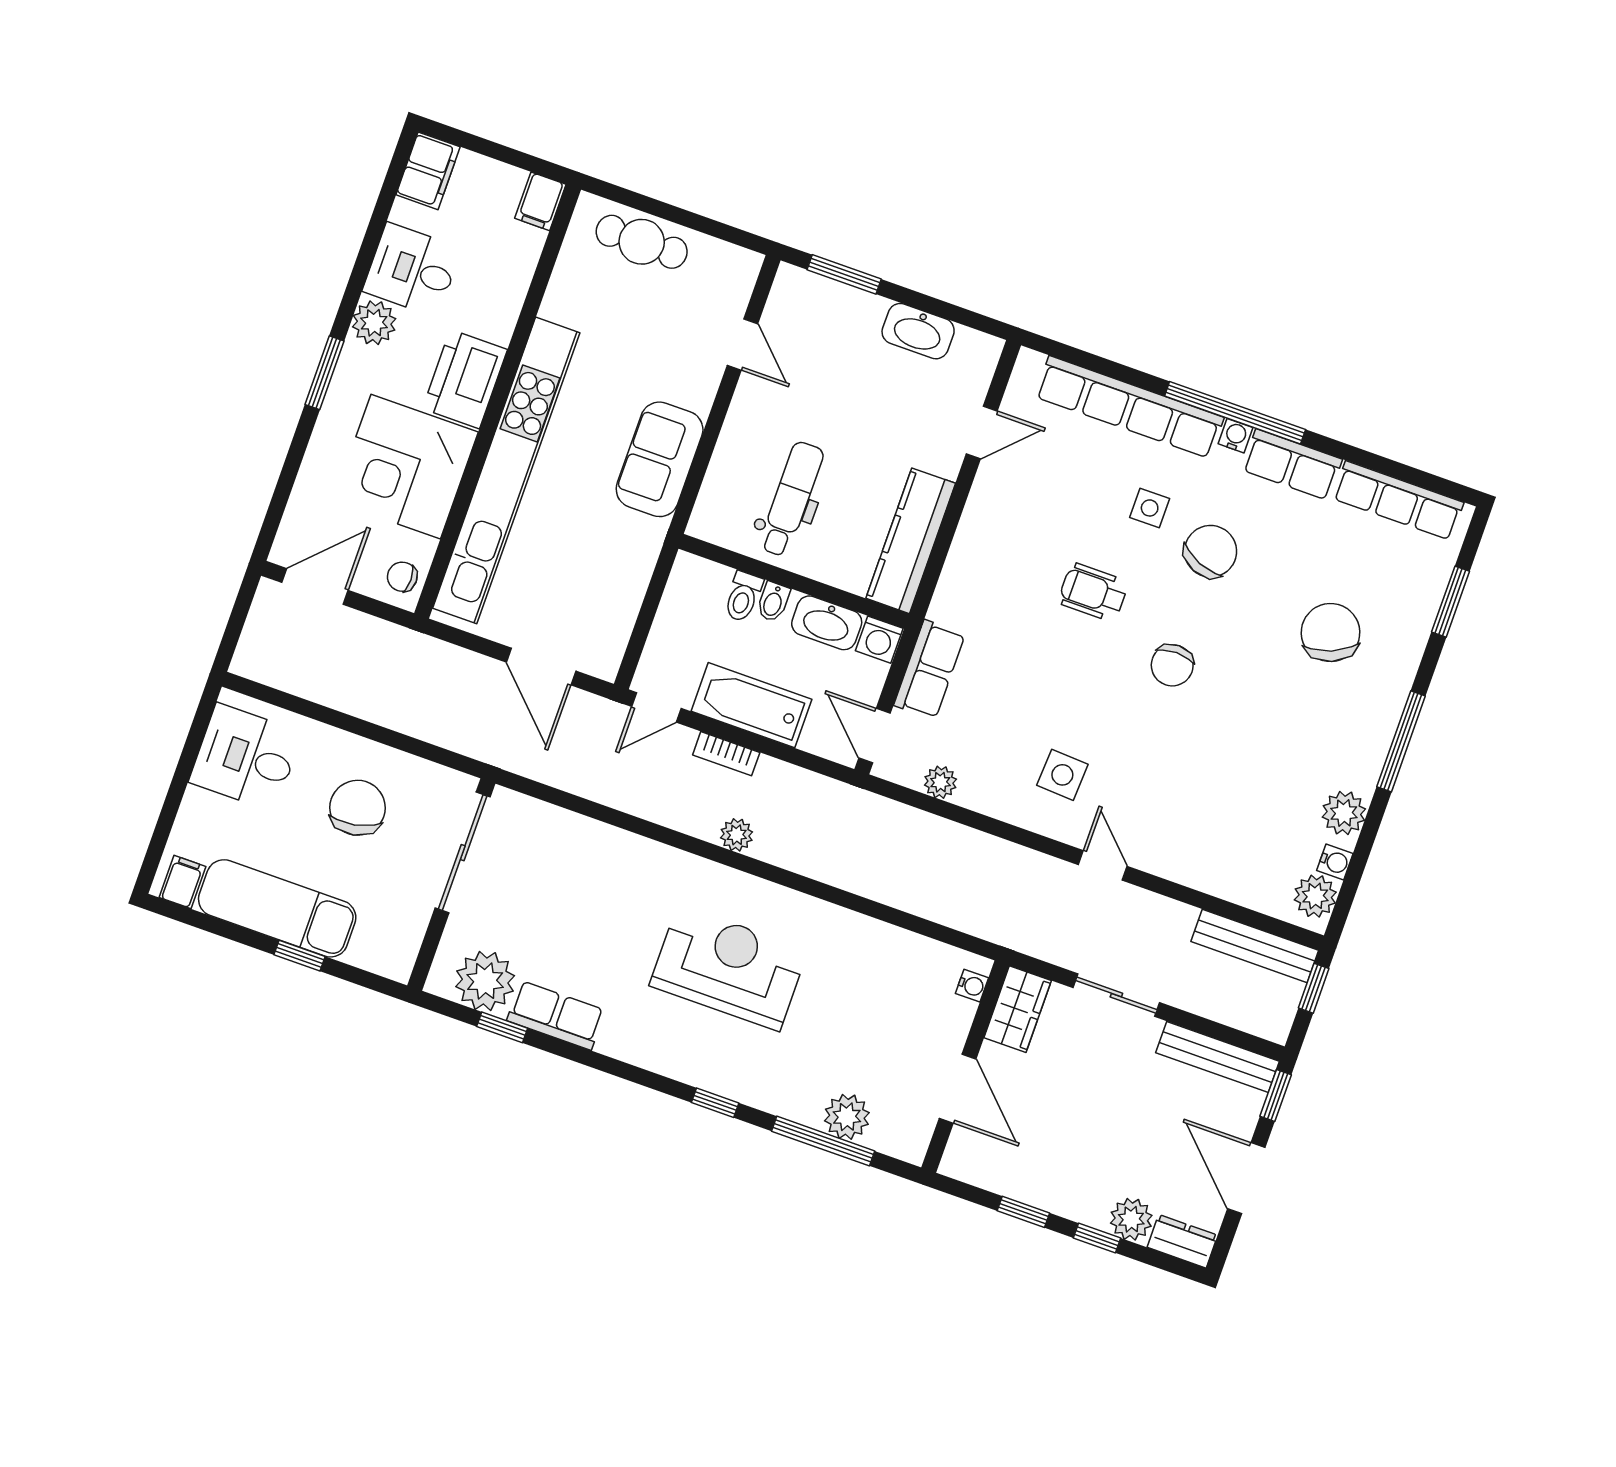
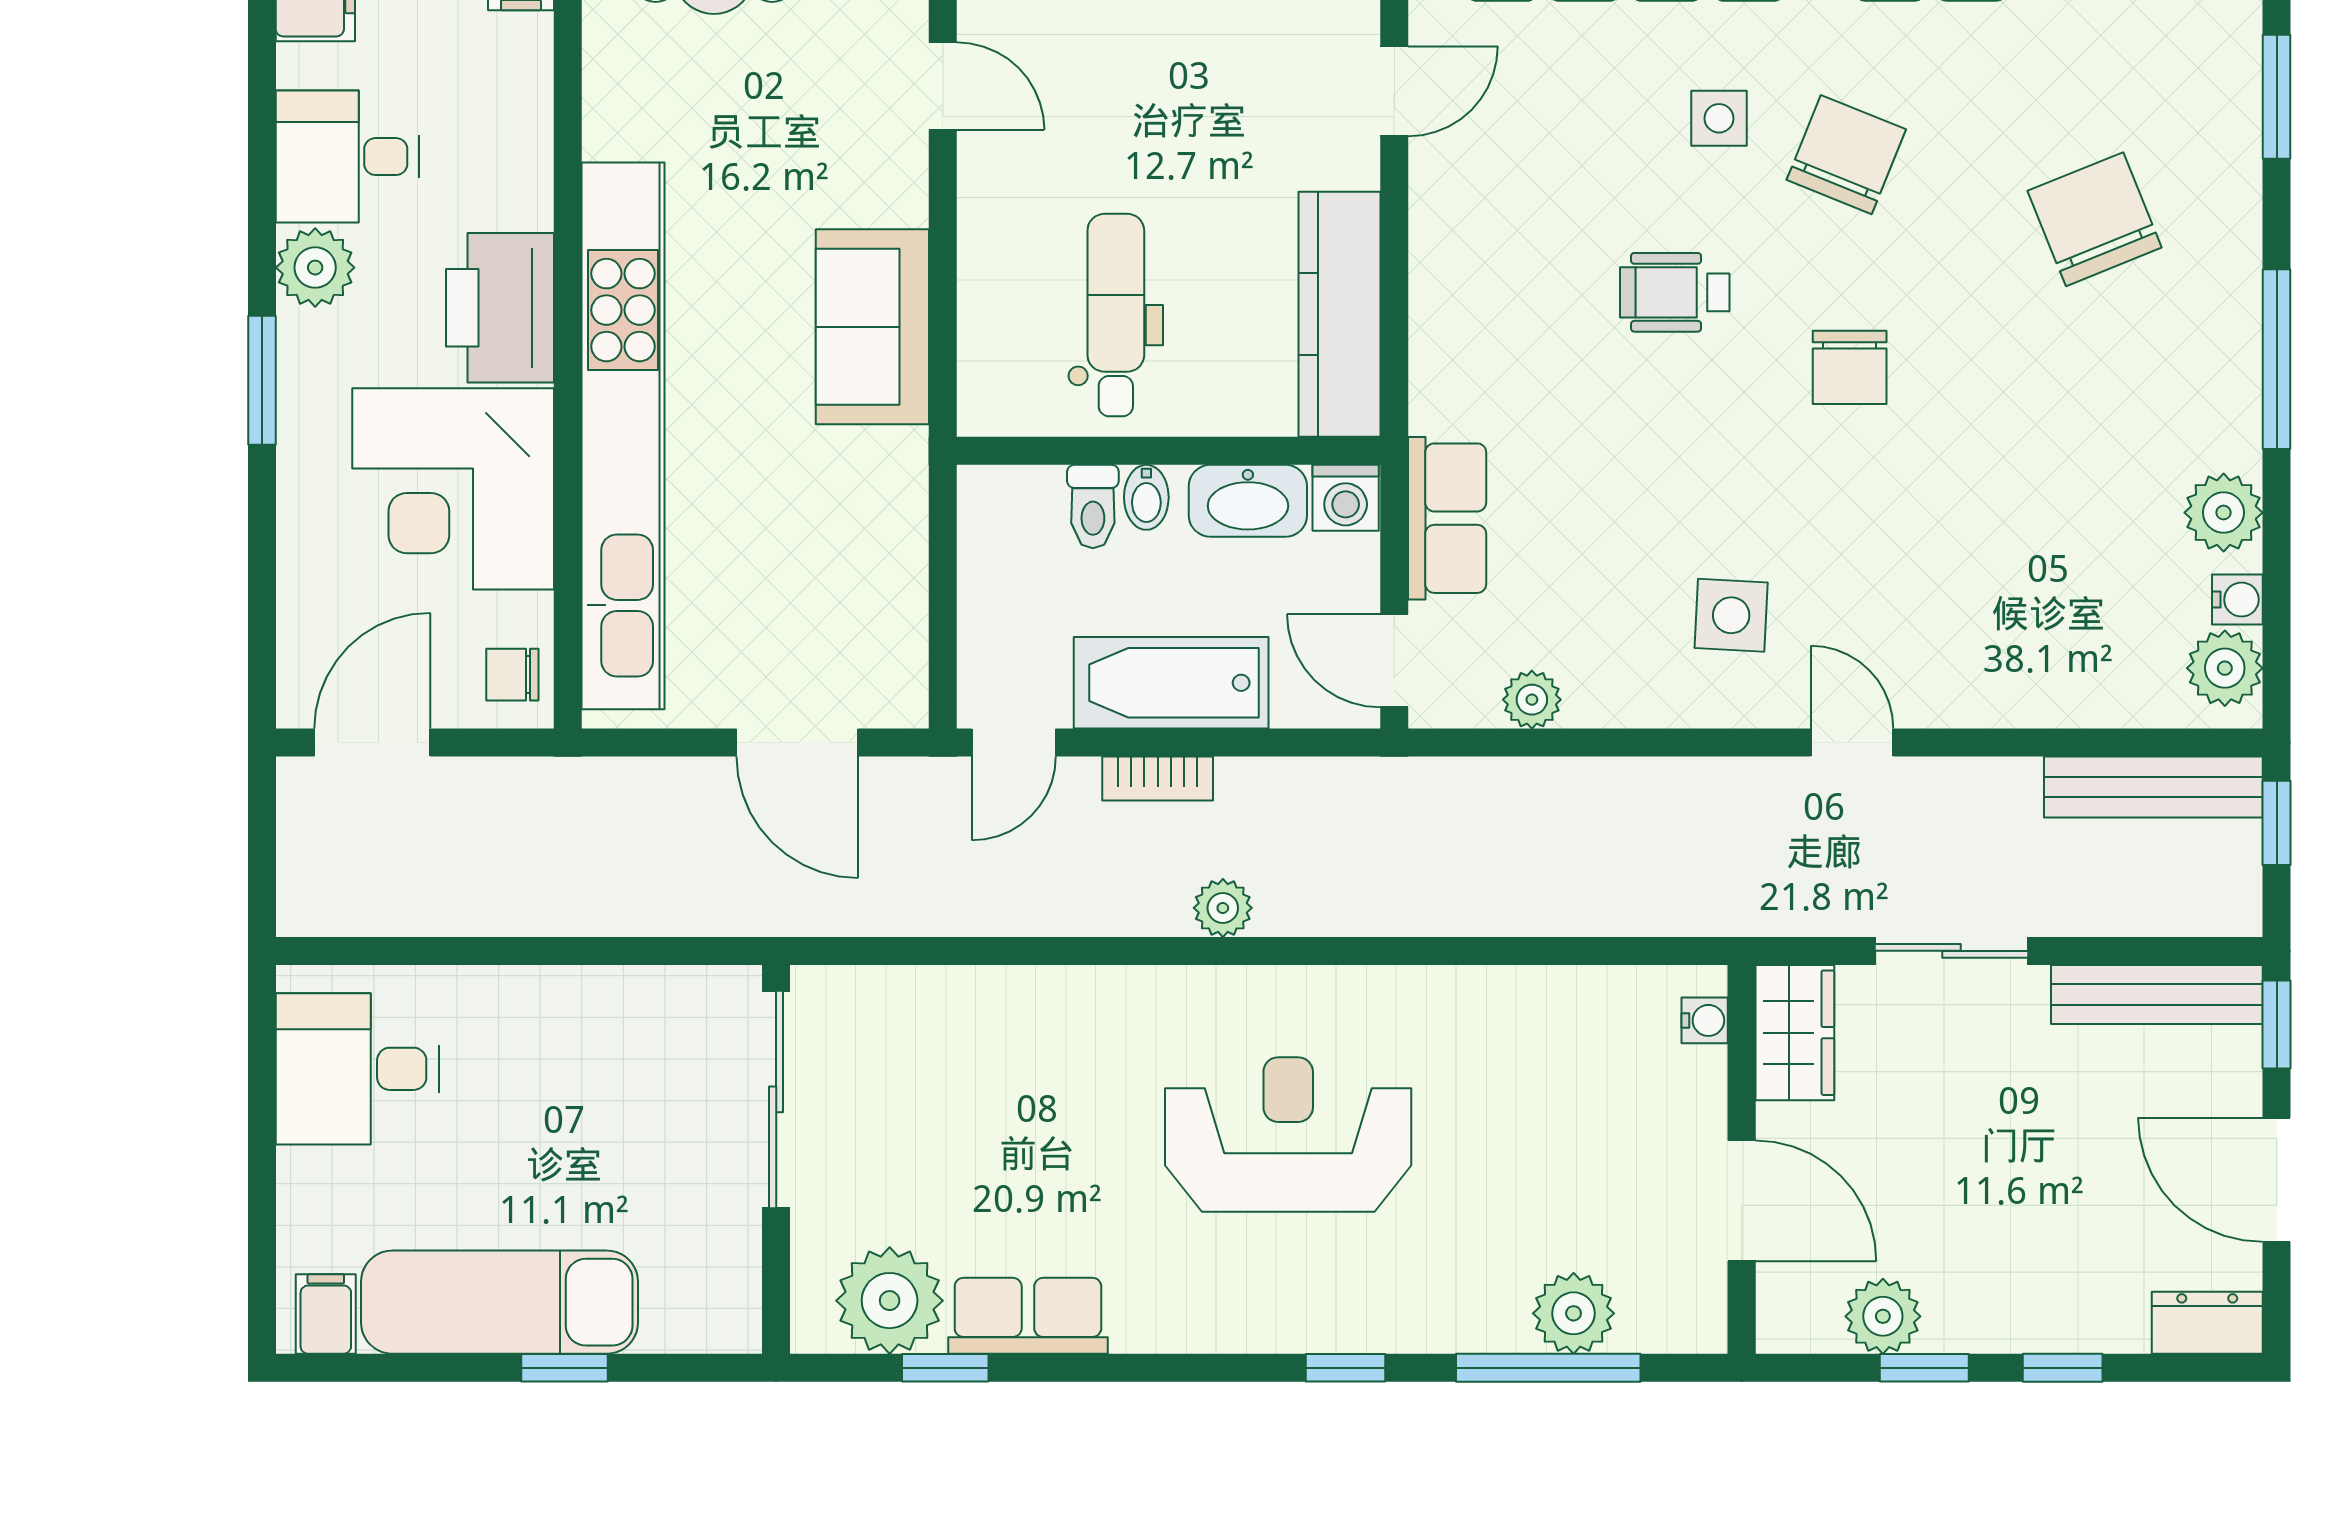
chair: (358, 808) -> (574, 1087), removed
plant: (1131, 1219) -> (1883, 1316), moved

